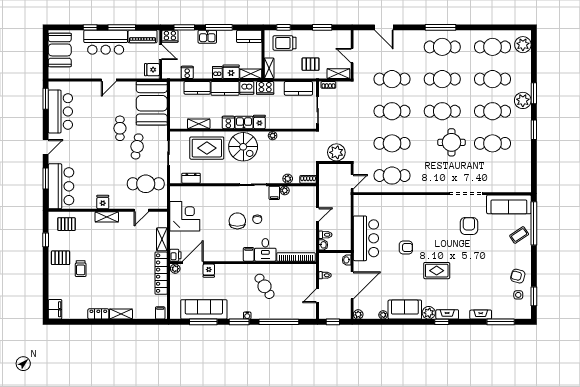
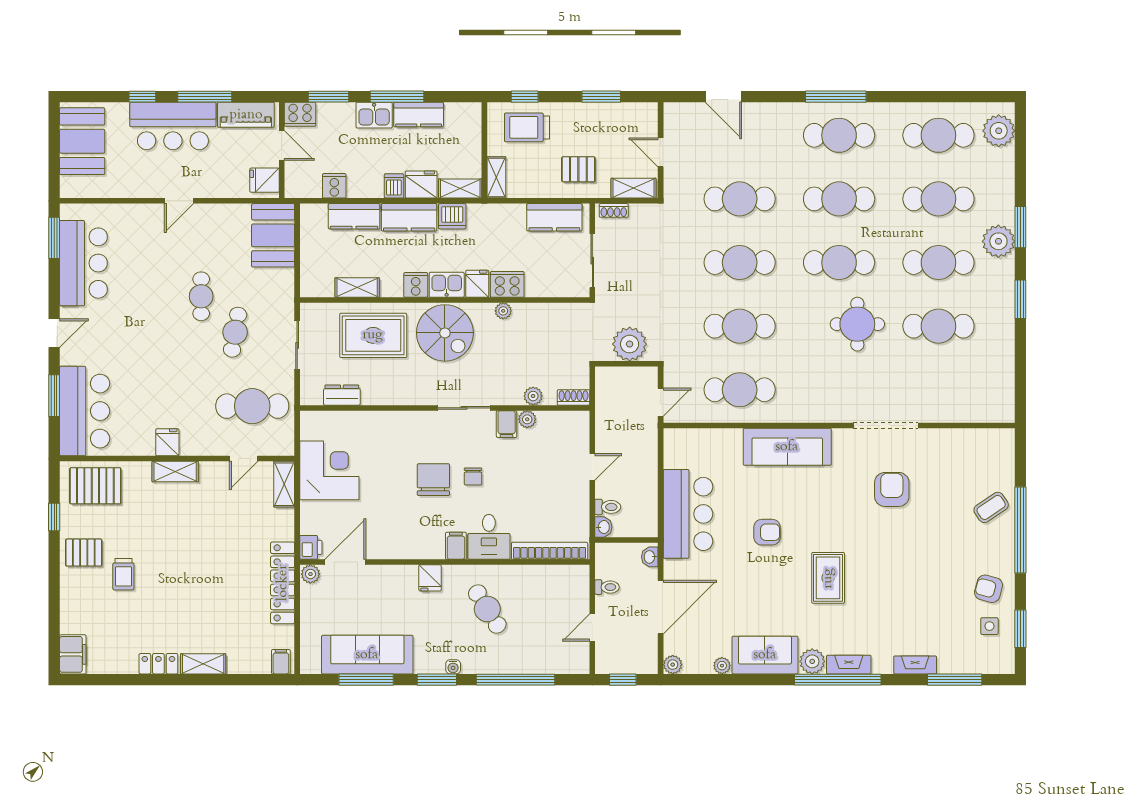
kitchen counter: (249, 36) -> (419, 115), moved
cooker: (265, 88) -> (507, 284), moved, turned 180
booth: (152, 103) -> (273, 235), width x0.73, depth x0.70
sofa: (509, 204) -> (787, 447), moved
window: (534, 223) -> (1020, 530), moved
pallet: (66, 224) -> (95, 486), width x1.50, depth x1.42
shelving: (162, 239) -> (284, 484), moved
fridge: (209, 271) -> (430, 578), moved
rug: (437, 271) -> (828, 578), turned 90
window: (442, 322) -> (838, 680), width x3.17

